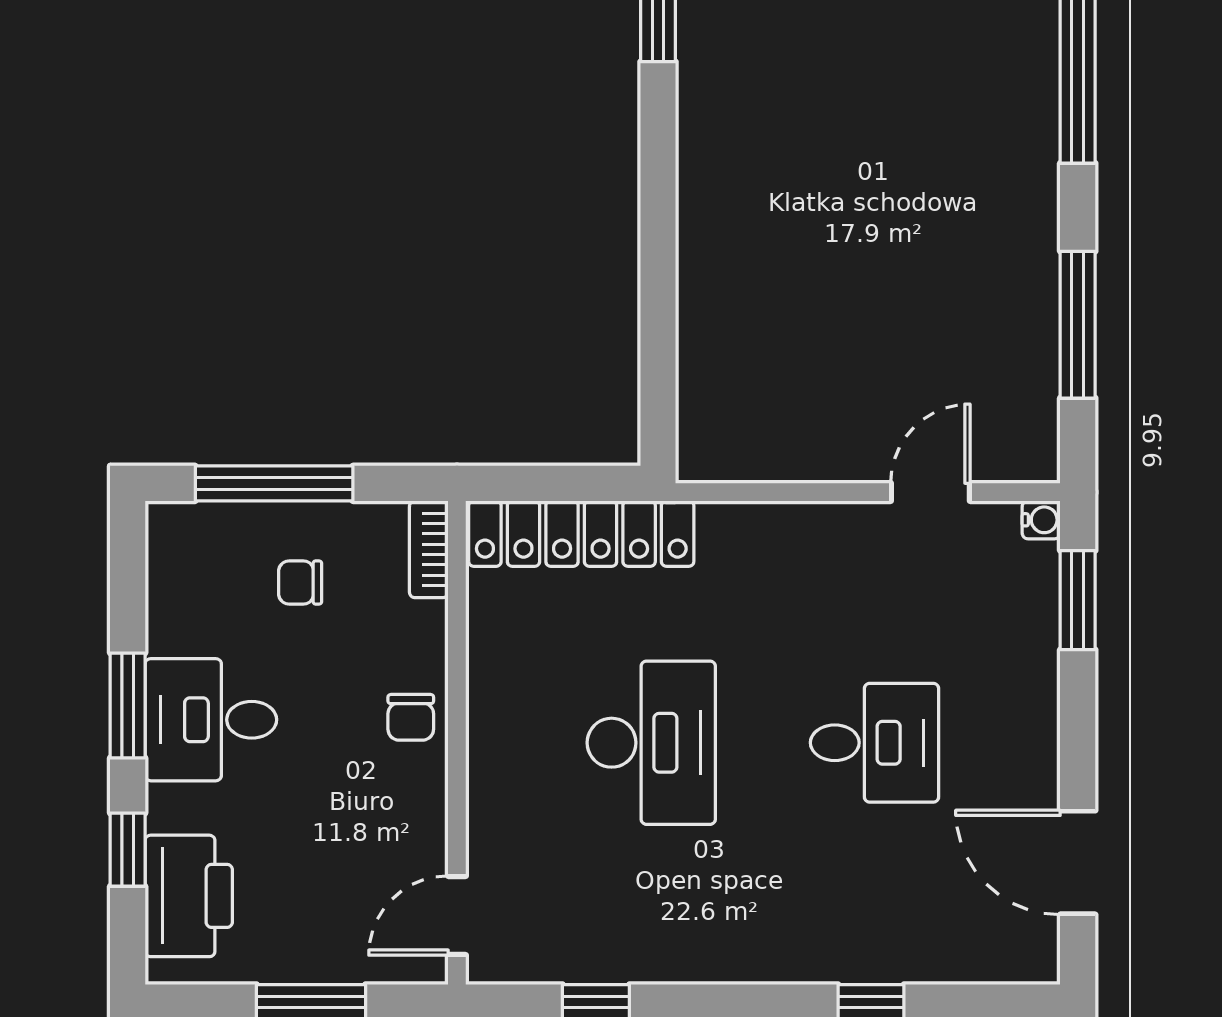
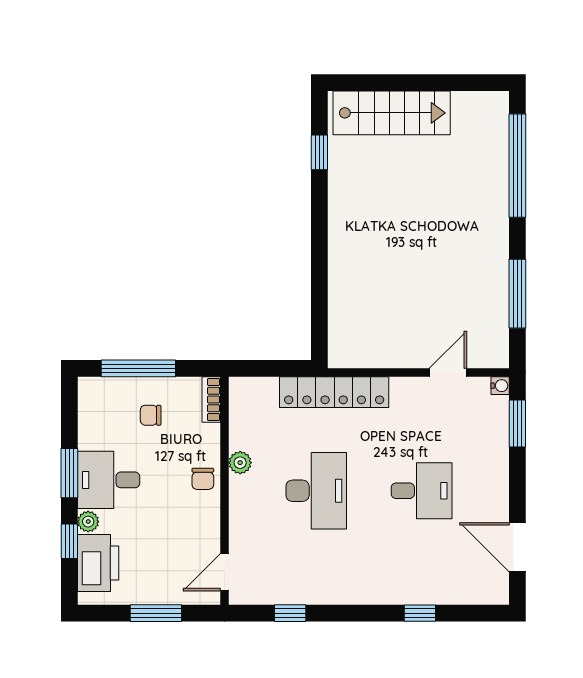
locker: (581, 534) -> (334, 392), moved
plant: (490, 683) -> (240, 463), added
plant: (168, 808) -> (88, 522), added

